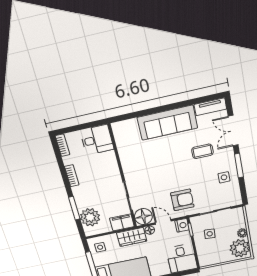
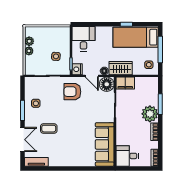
sofa: (167, 123) -> (105, 144), moved, turned -90
plant: (90, 217) -> (150, 114), moved
plant: (240, 248) -> (29, 41), width x0.53, depth x0.53

